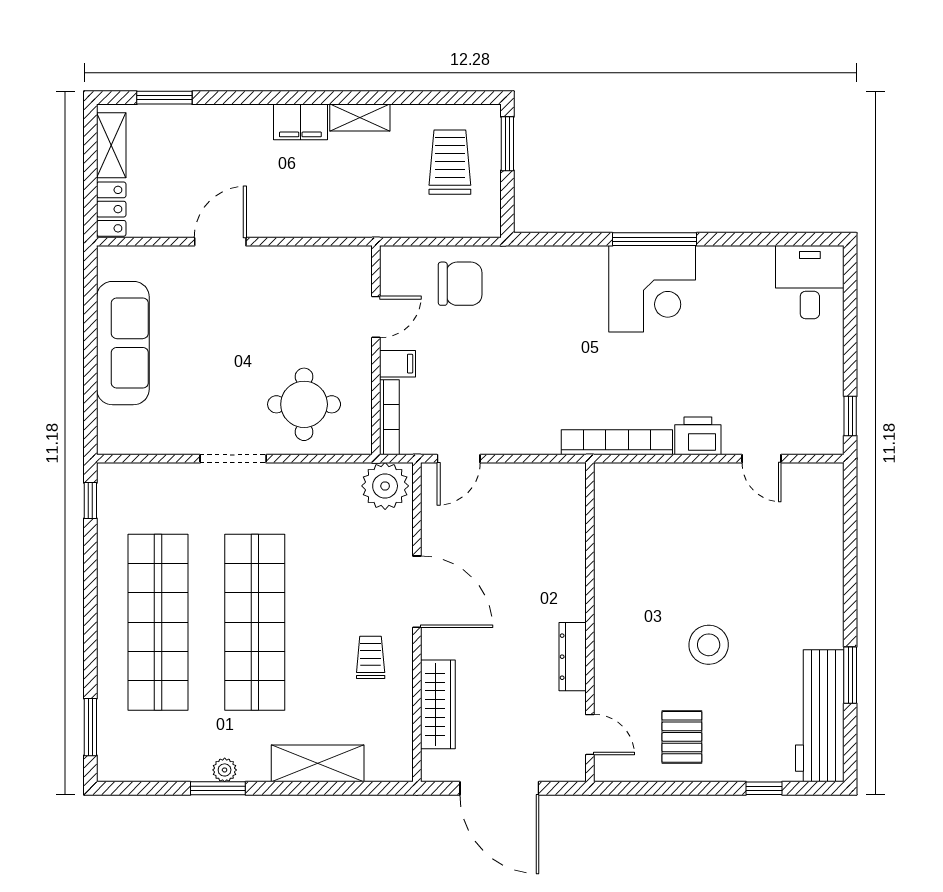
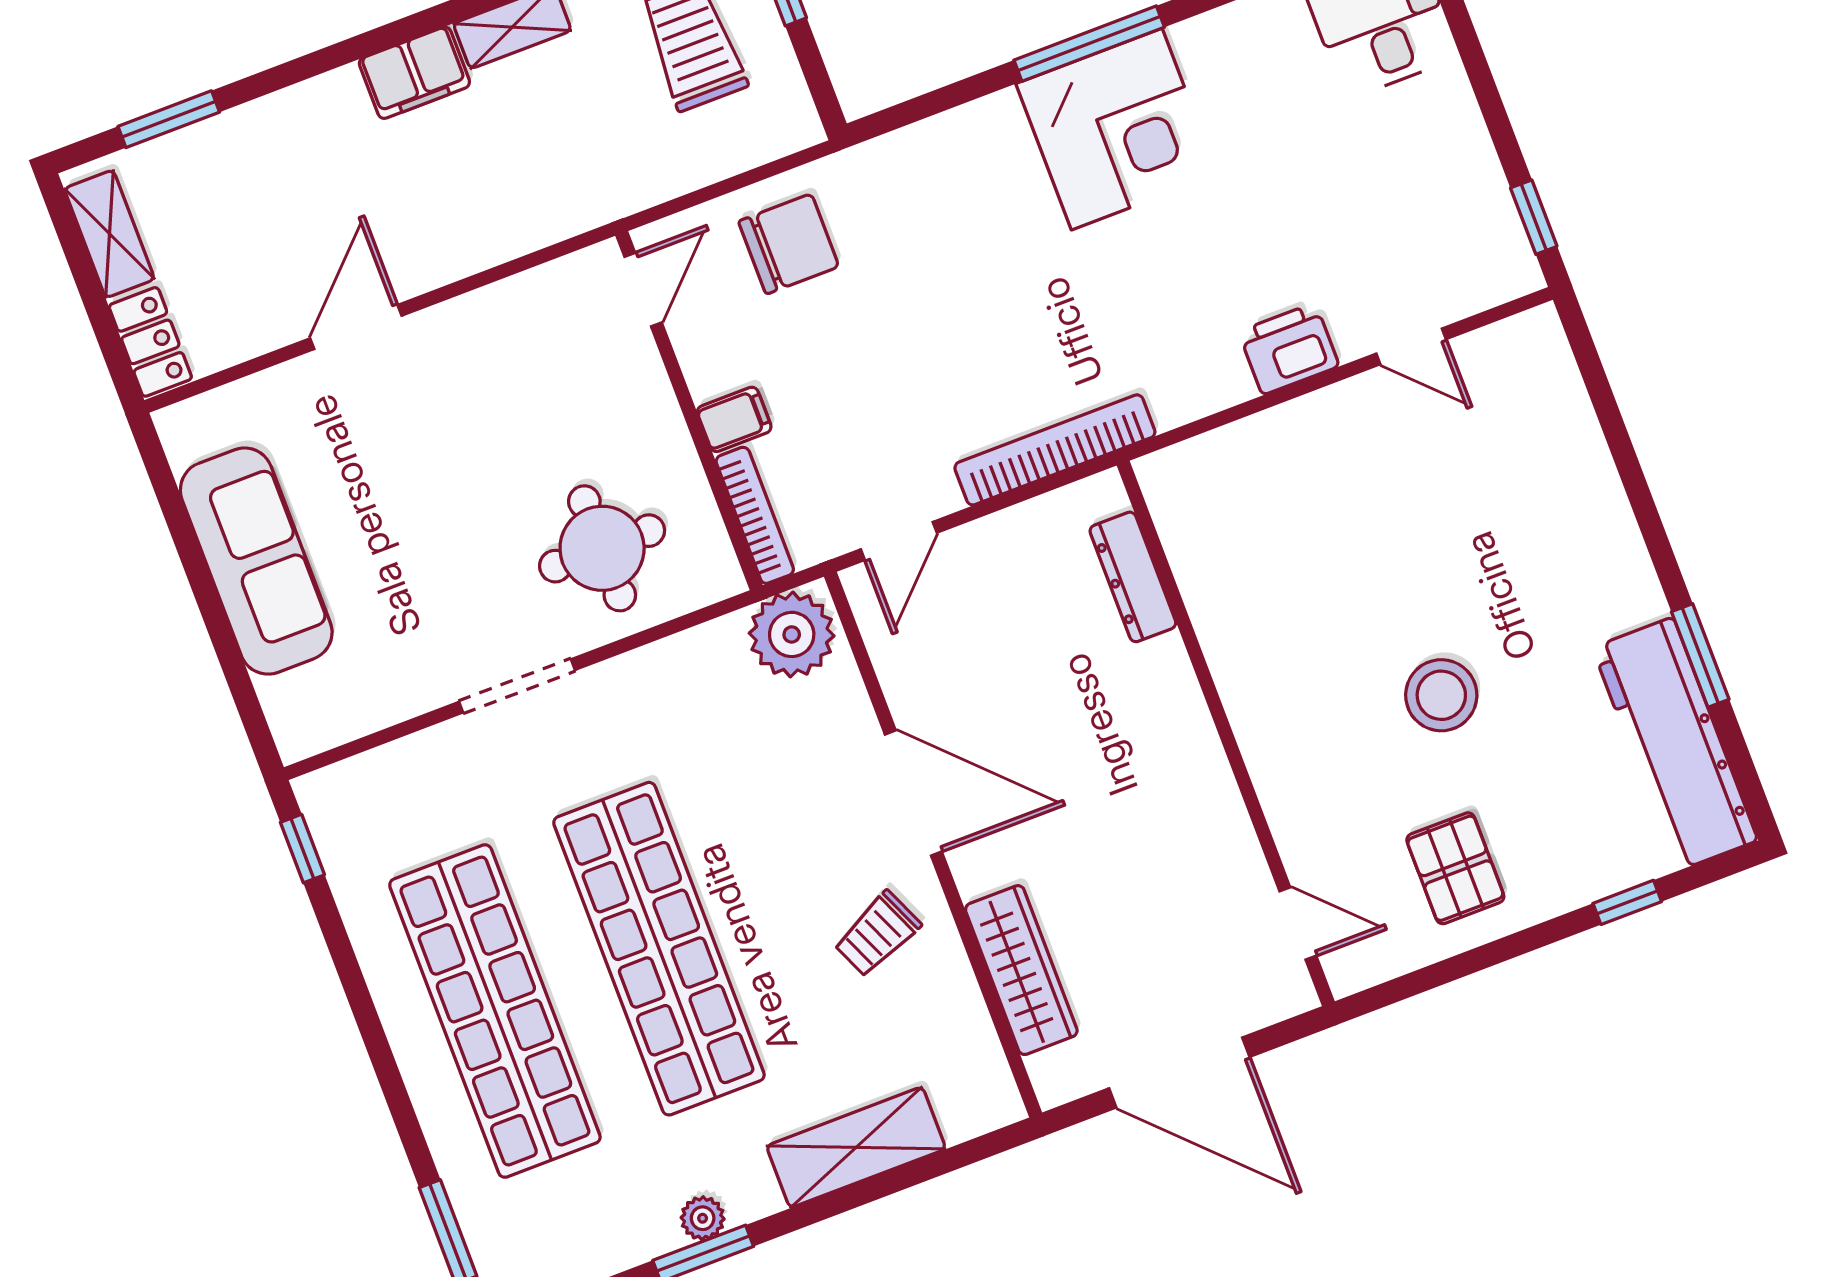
door: (376, 317) -> (643, 290), moved
bookcase: (617, 442) -> (1055, 450), moved
trolley: (371, 657) -> (877, 934), turned -114
dresser: (573, 657) -> (1133, 577), moved

